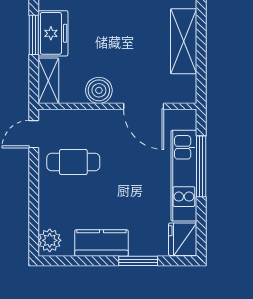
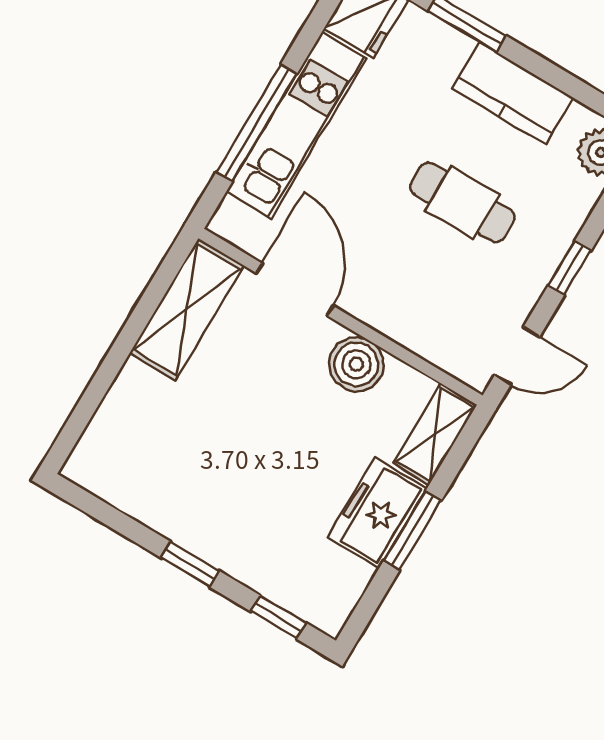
shelving: (184, 41) -> (187, 309), moved
cafe table: (73, 162) -> (462, 202), moved
window: (34, 184) -> (570, 268), added

